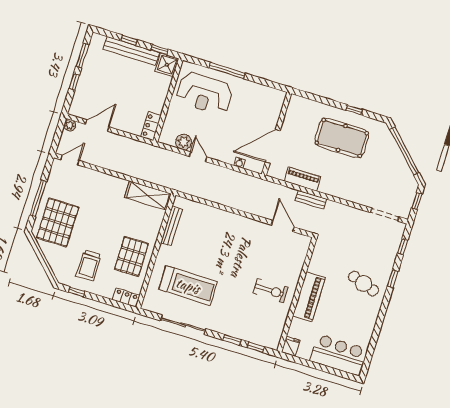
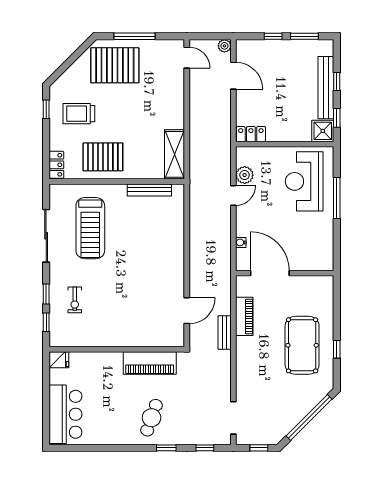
exercise bike: (271, 290) -> (75, 300), moved, width x0.73, depth x0.72
piano: (309, 297) -> (150, 363), moved

